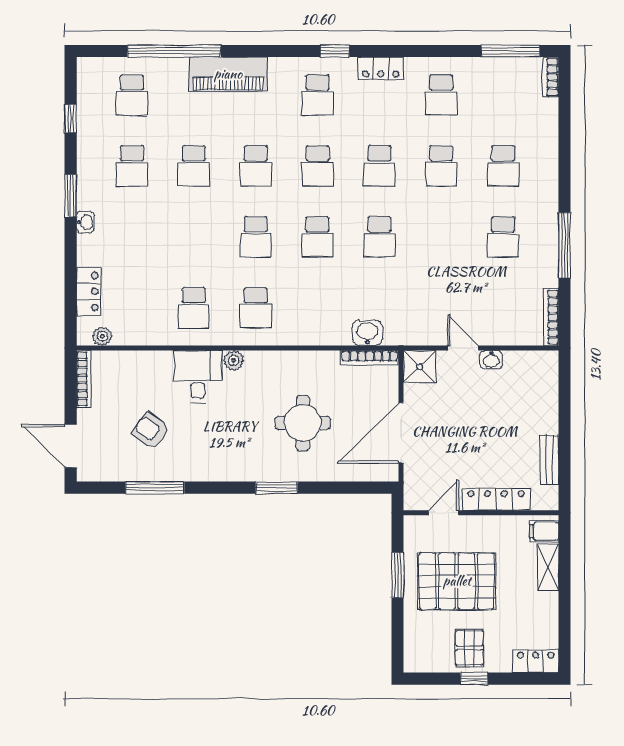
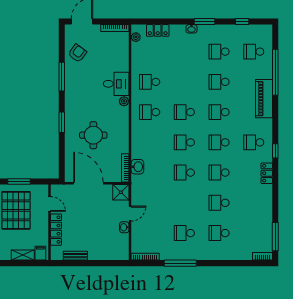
school desk: (441, 95) -> (254, 203), removed
armchair: (151, 431) -> (77, 53), moved
window: (155, 488) -> (62, 77), moved

